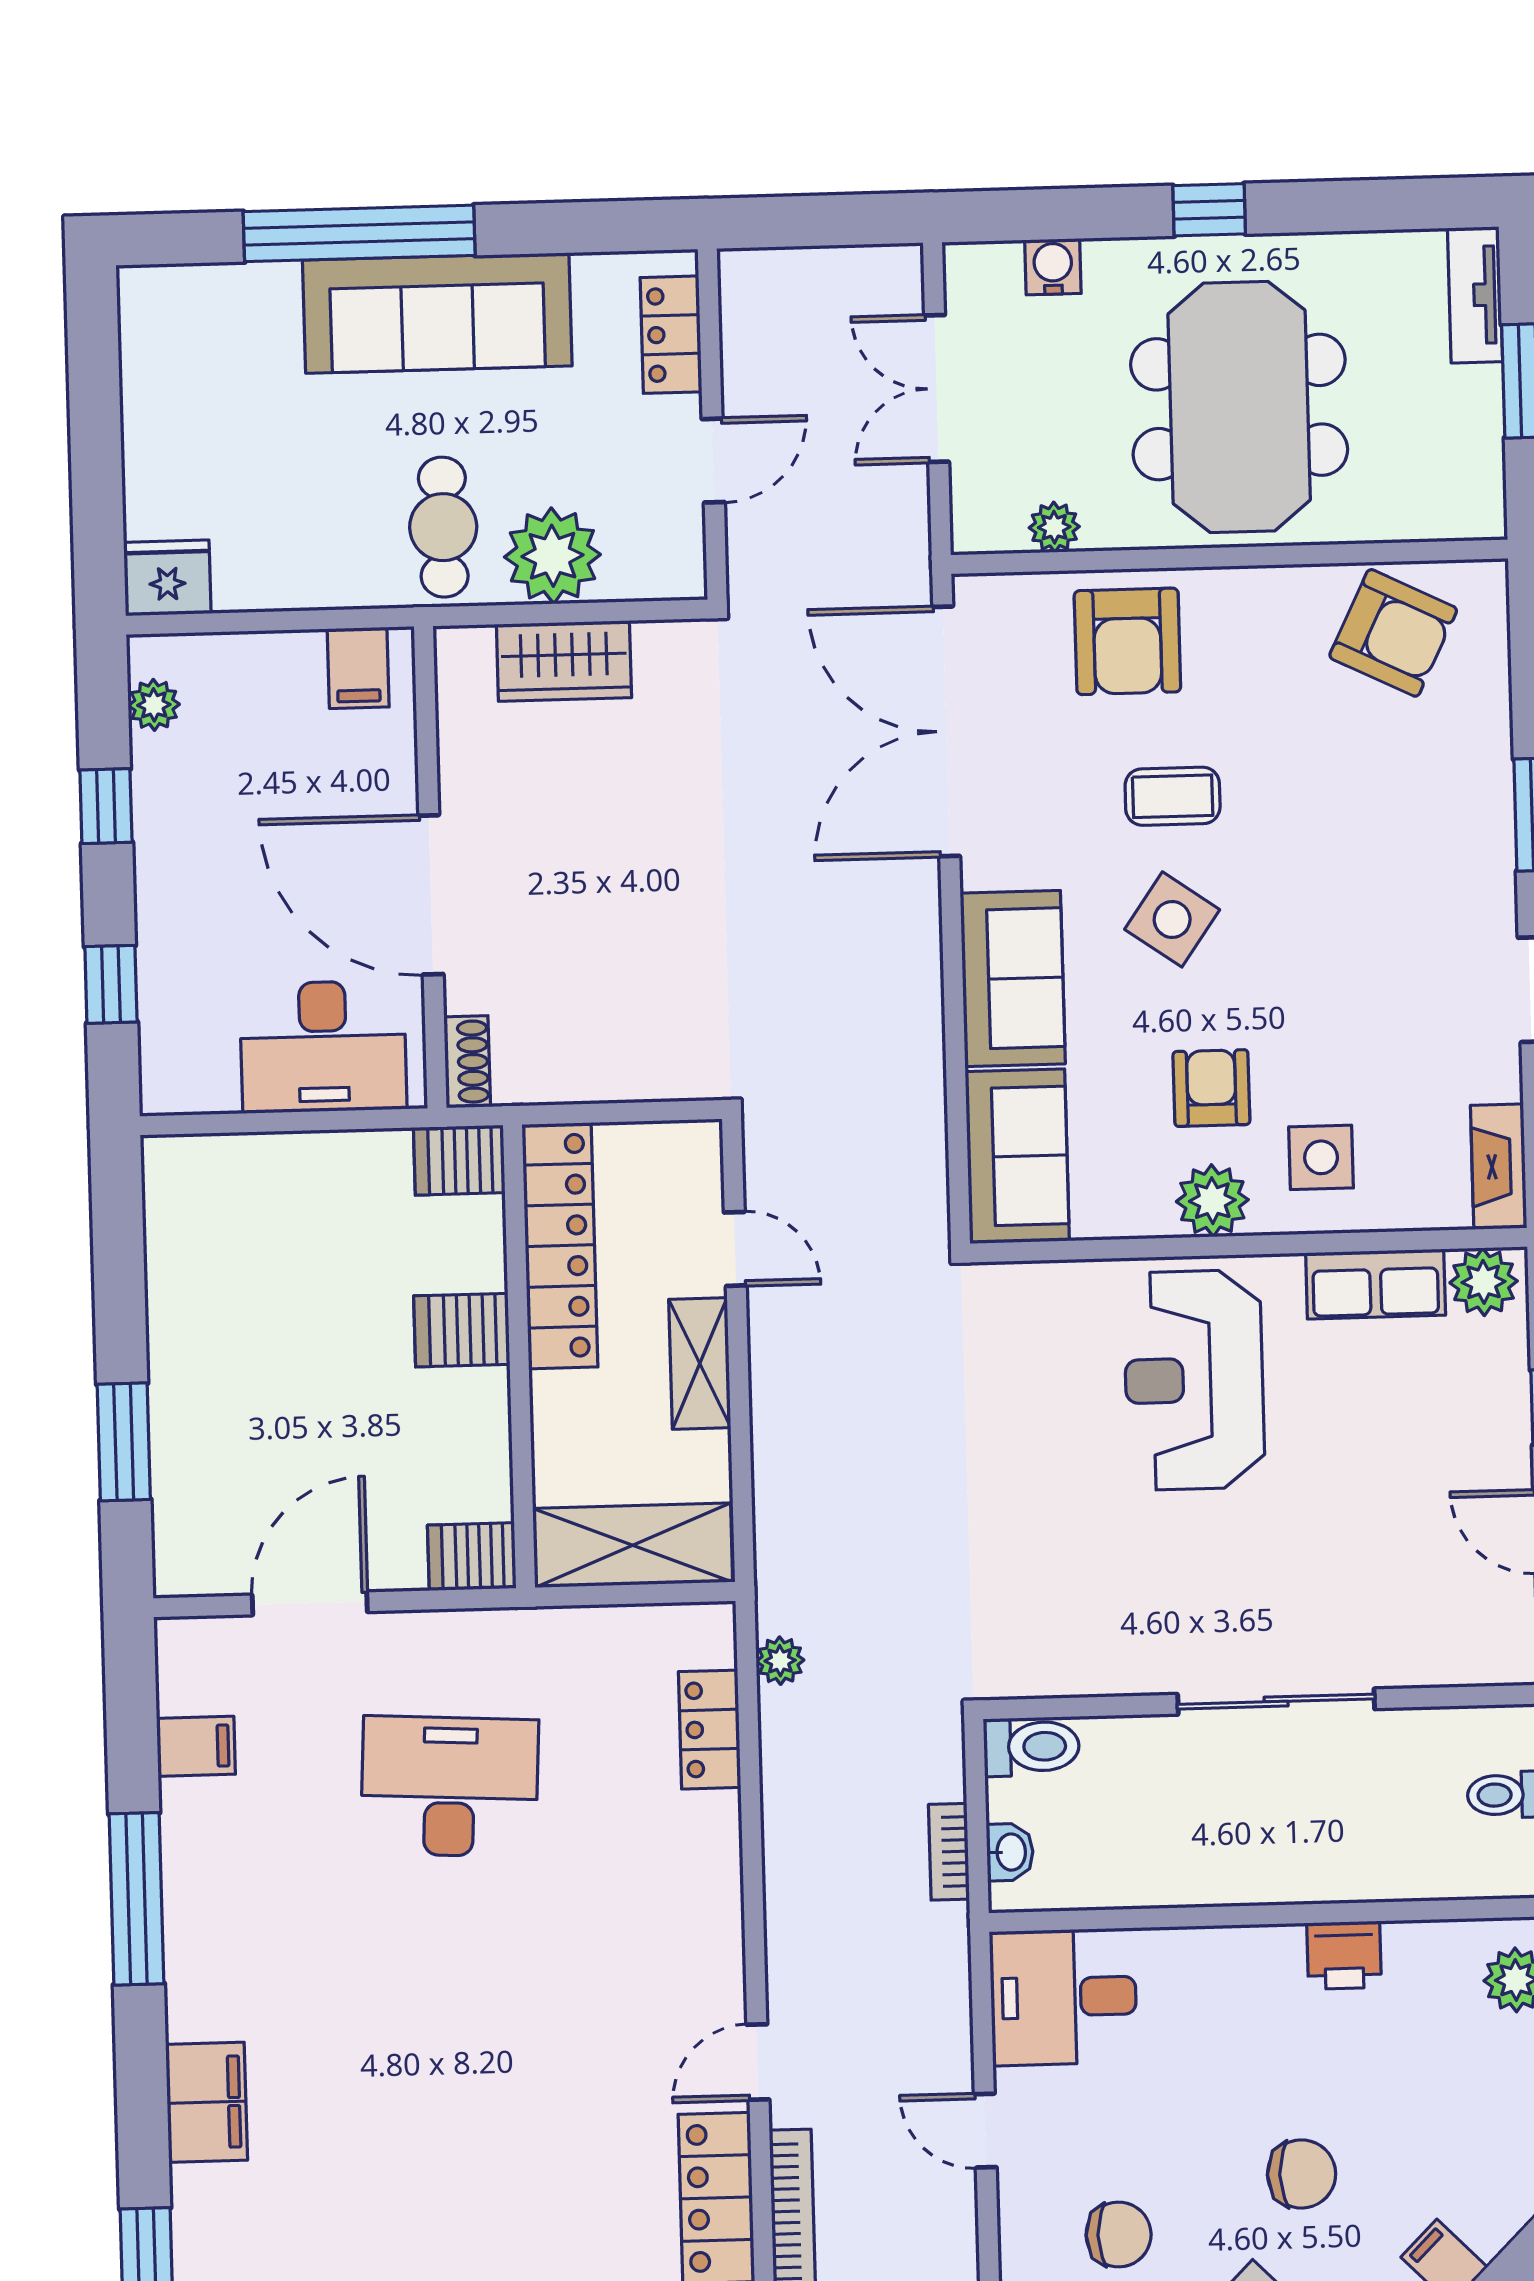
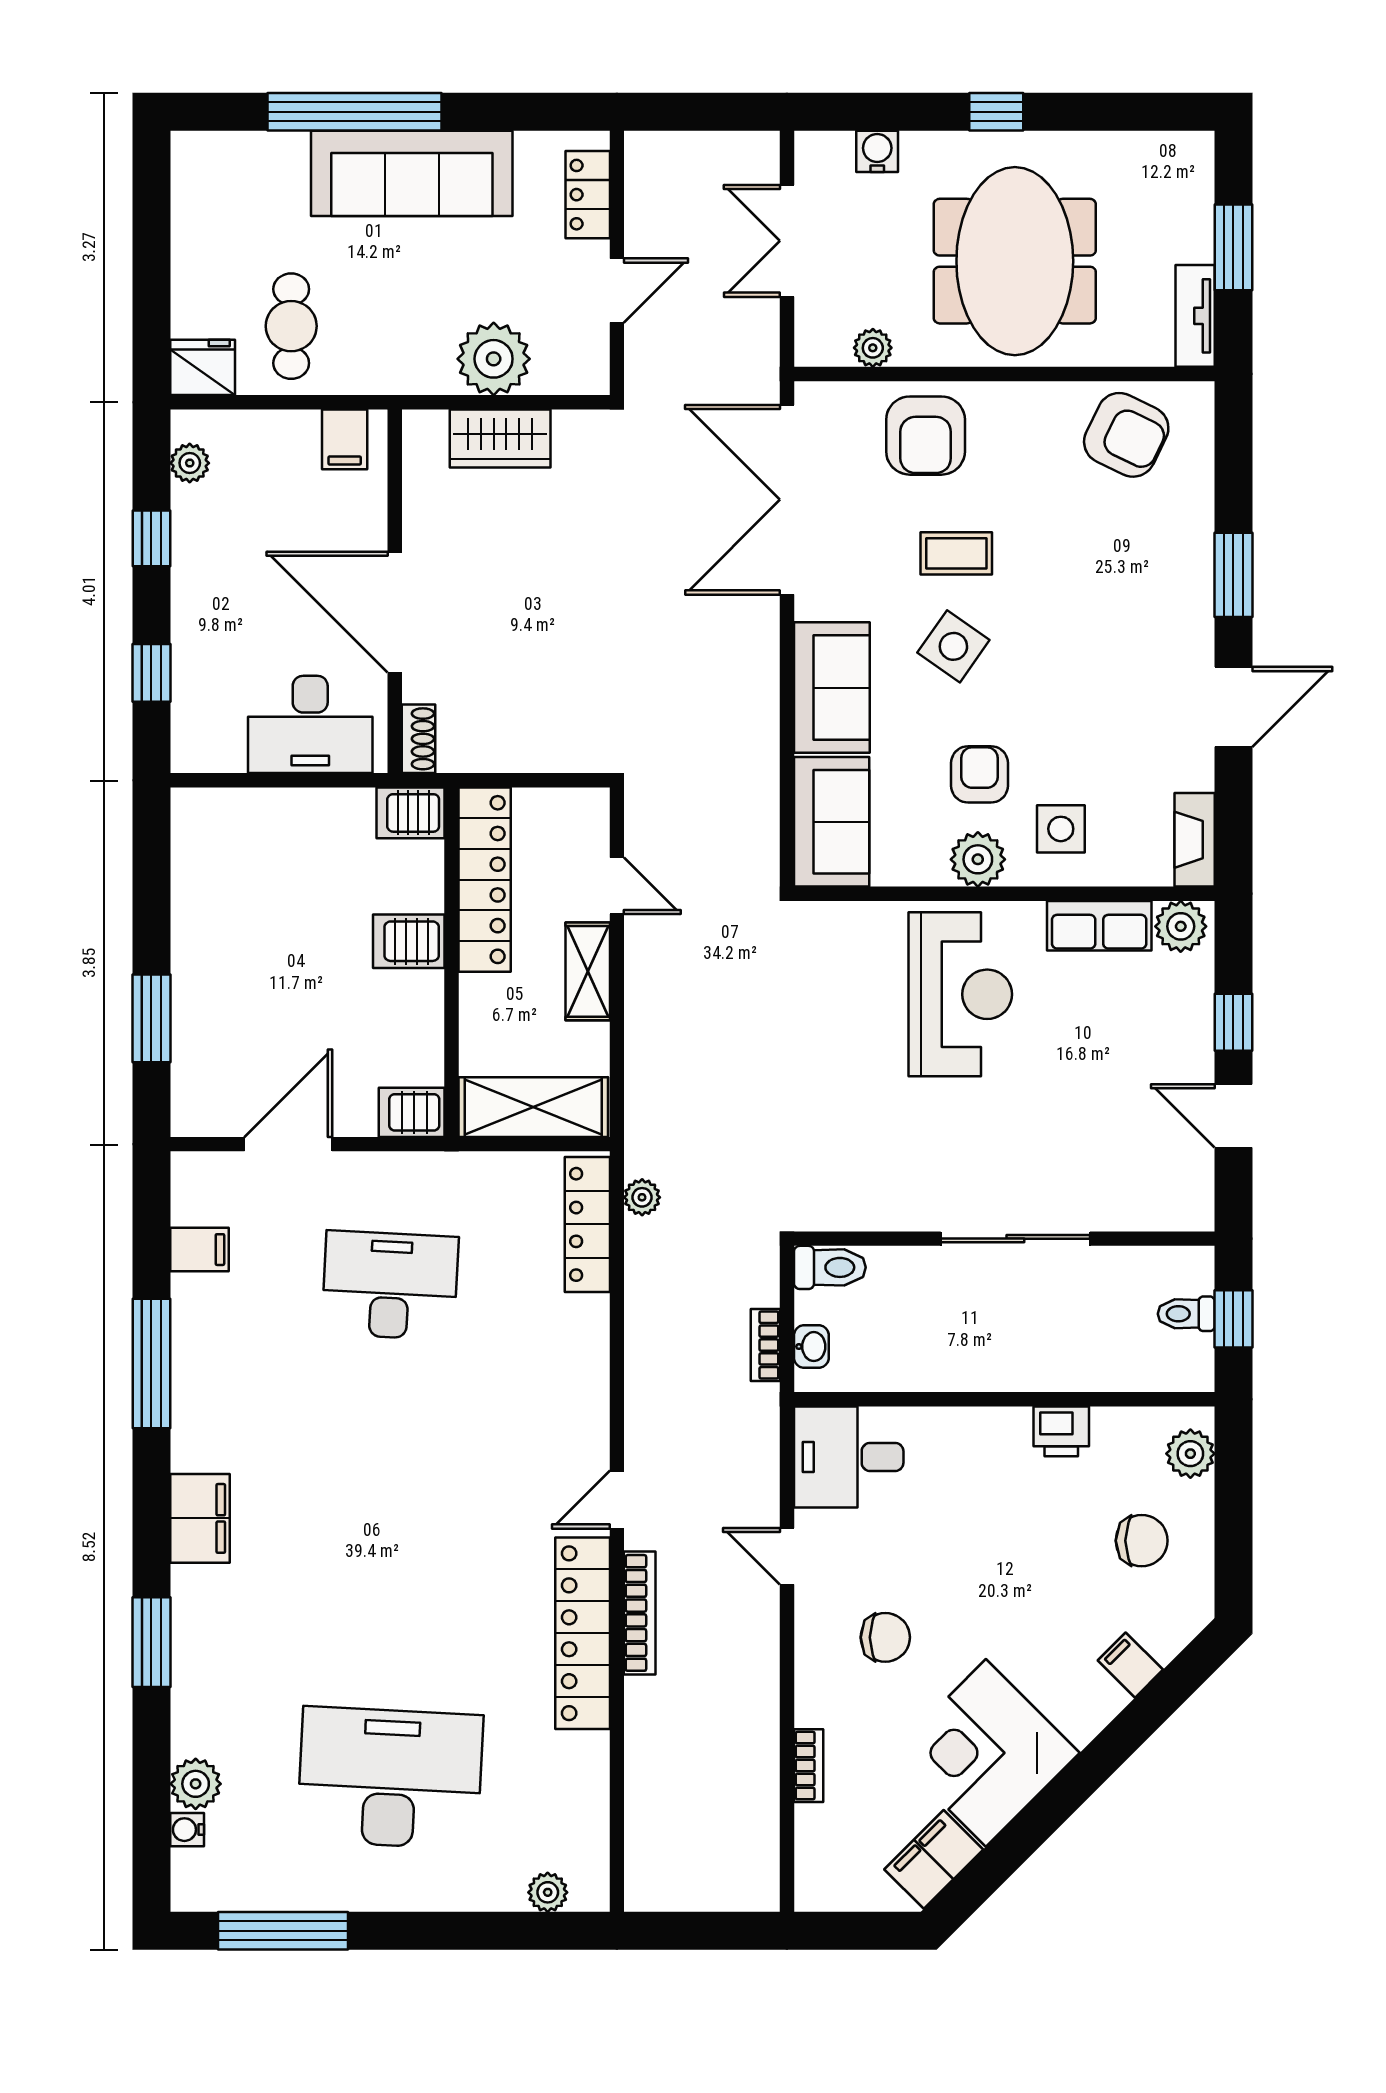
tv unit: (1475, 295) -> (1195, 316), moved
cafe table: (443, 527) -> (291, 326), moved
reception desk: (1194, 1380) -> (960, 994), turned 180
locker: (710, 1730) -> (587, 1224), width x1.53
chair: (1302, 2174) -> (1142, 1541), moved

